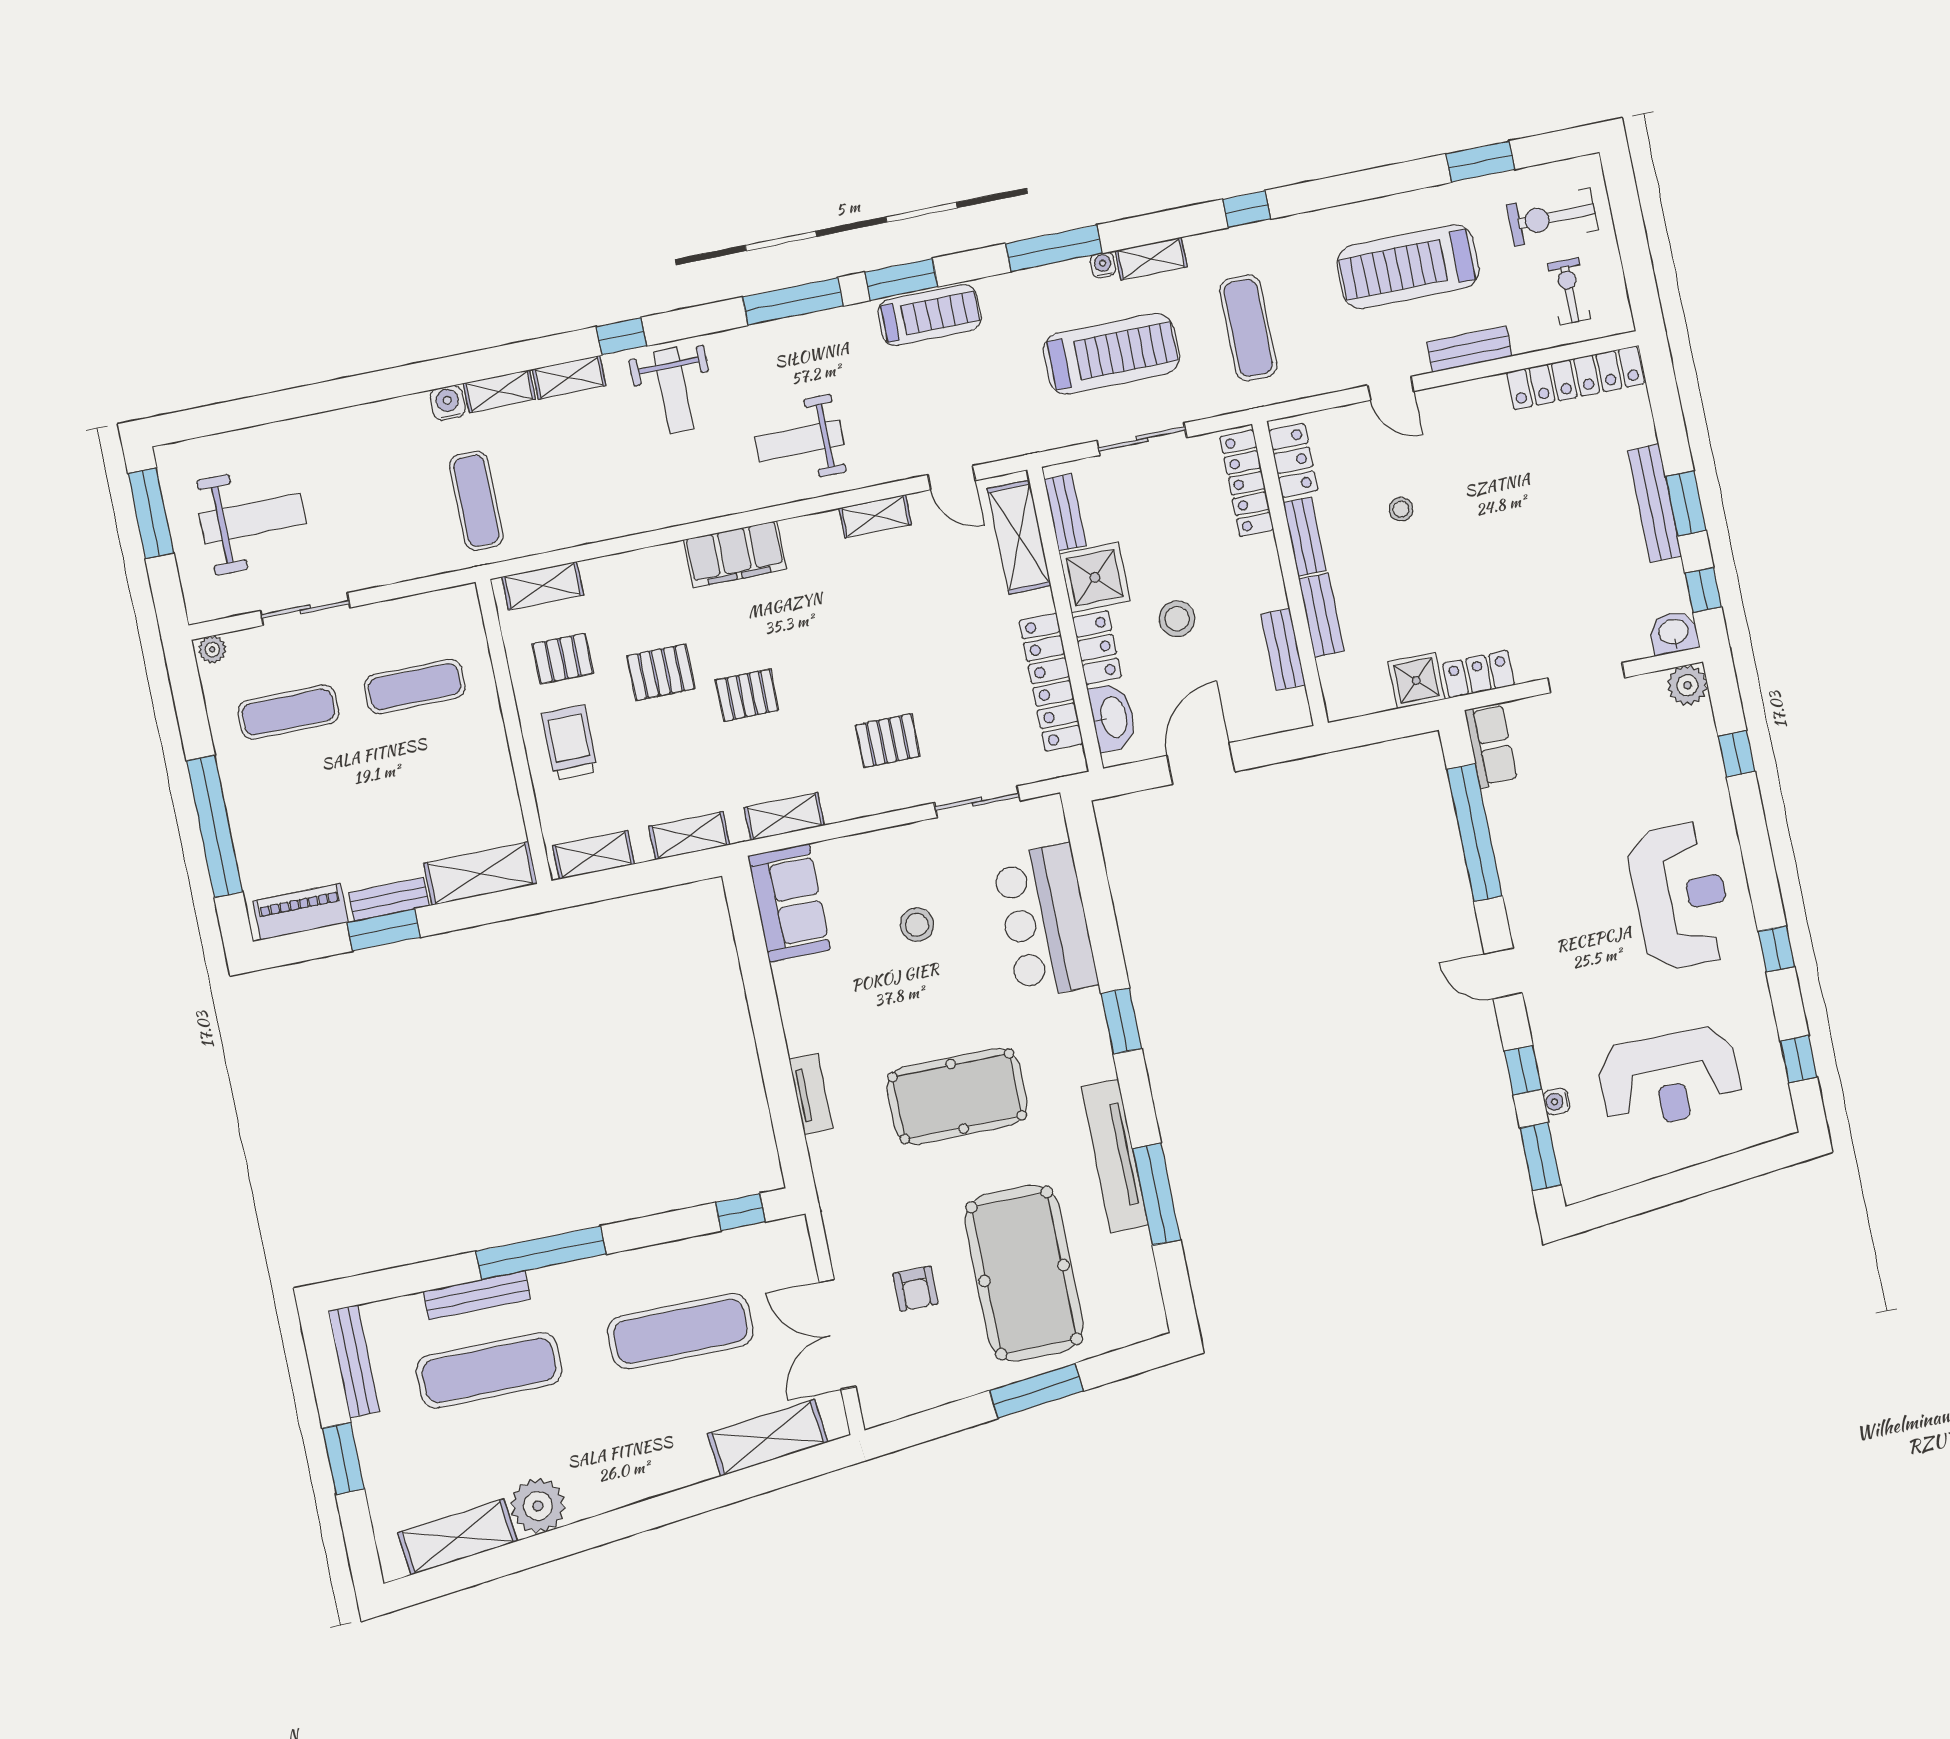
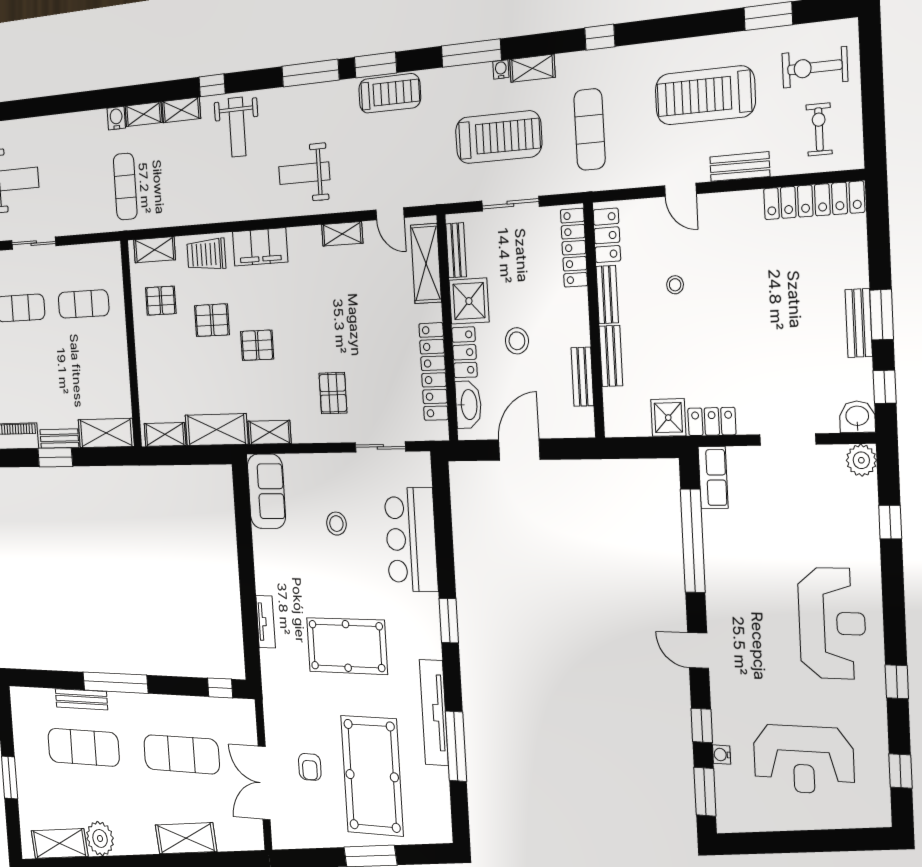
bench: (1655, 503) -> (859, 323), width x0.73
pallet: (888, 741) -> (333, 393), turned 90
trolley: (570, 743) -> (206, 254), moved, turned -90
shelving: (689, 836) -> (216, 430), width x1.50, depth x1.33
bench: (354, 1361) -> (19, 721), removed
shelving: (768, 1438) -> (186, 838), moved

